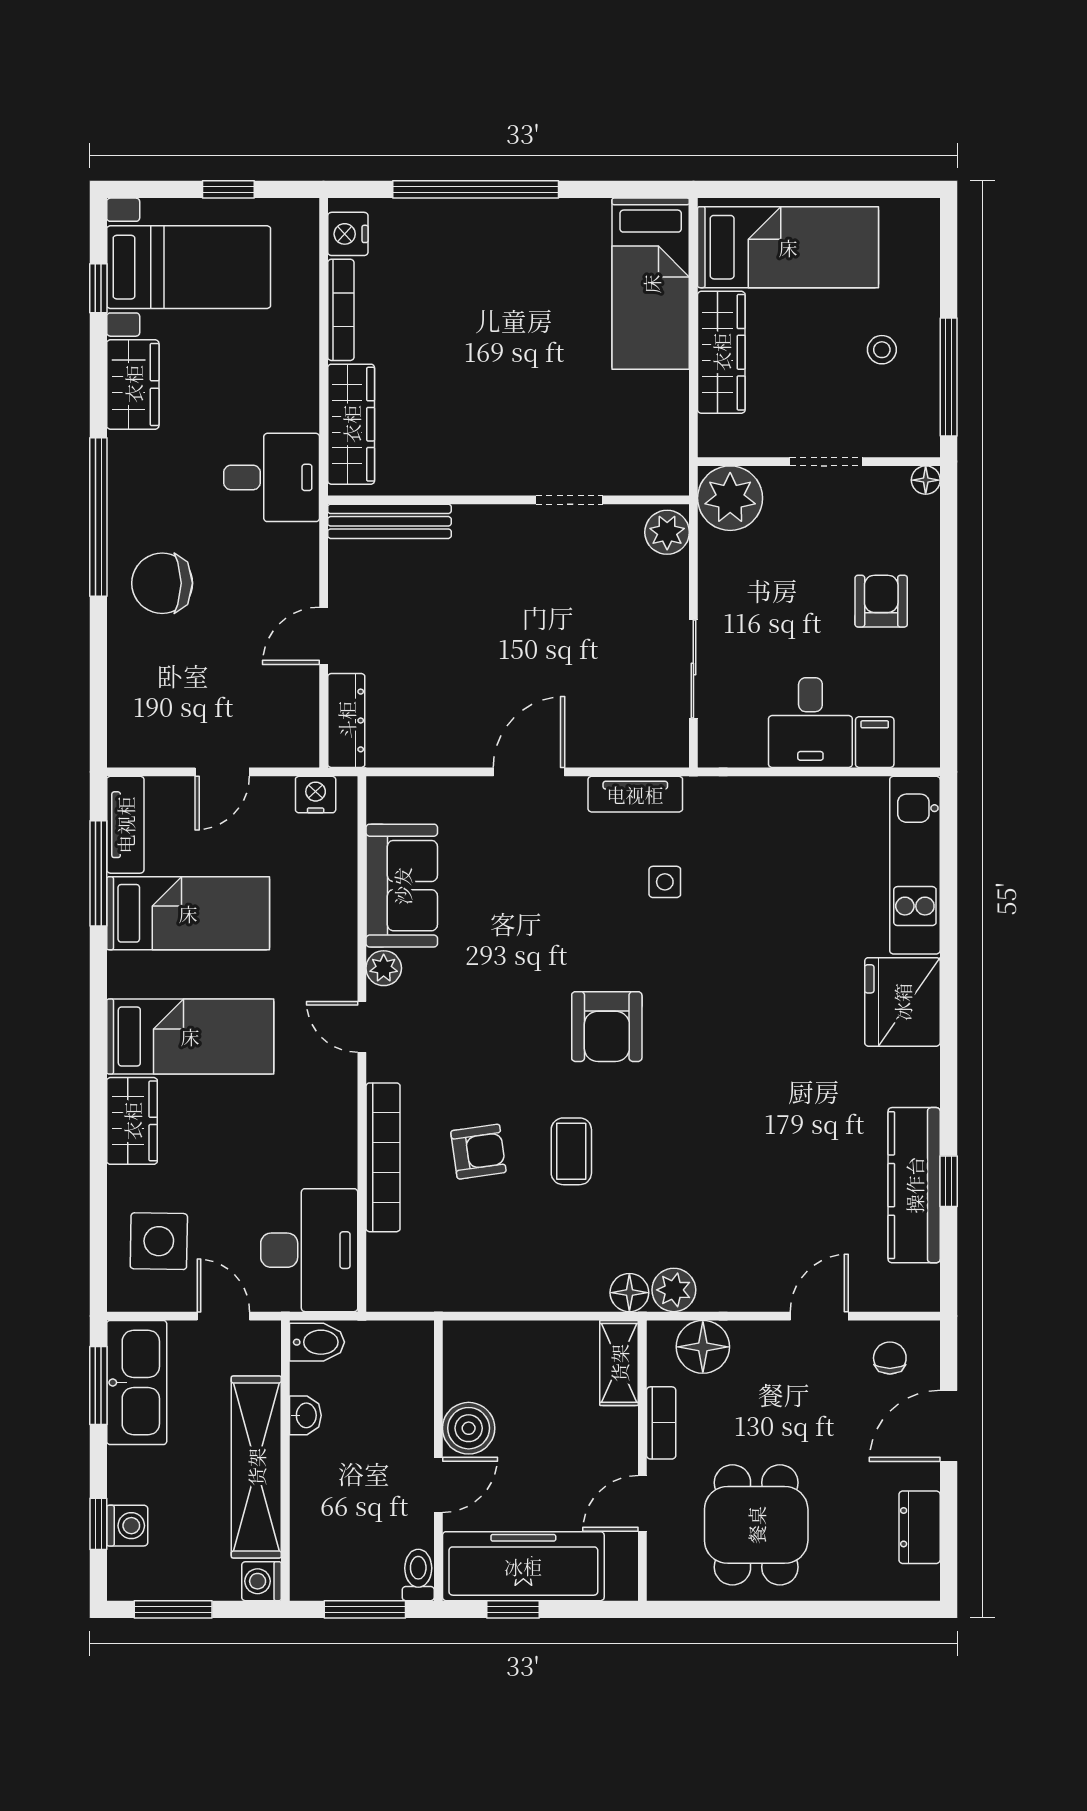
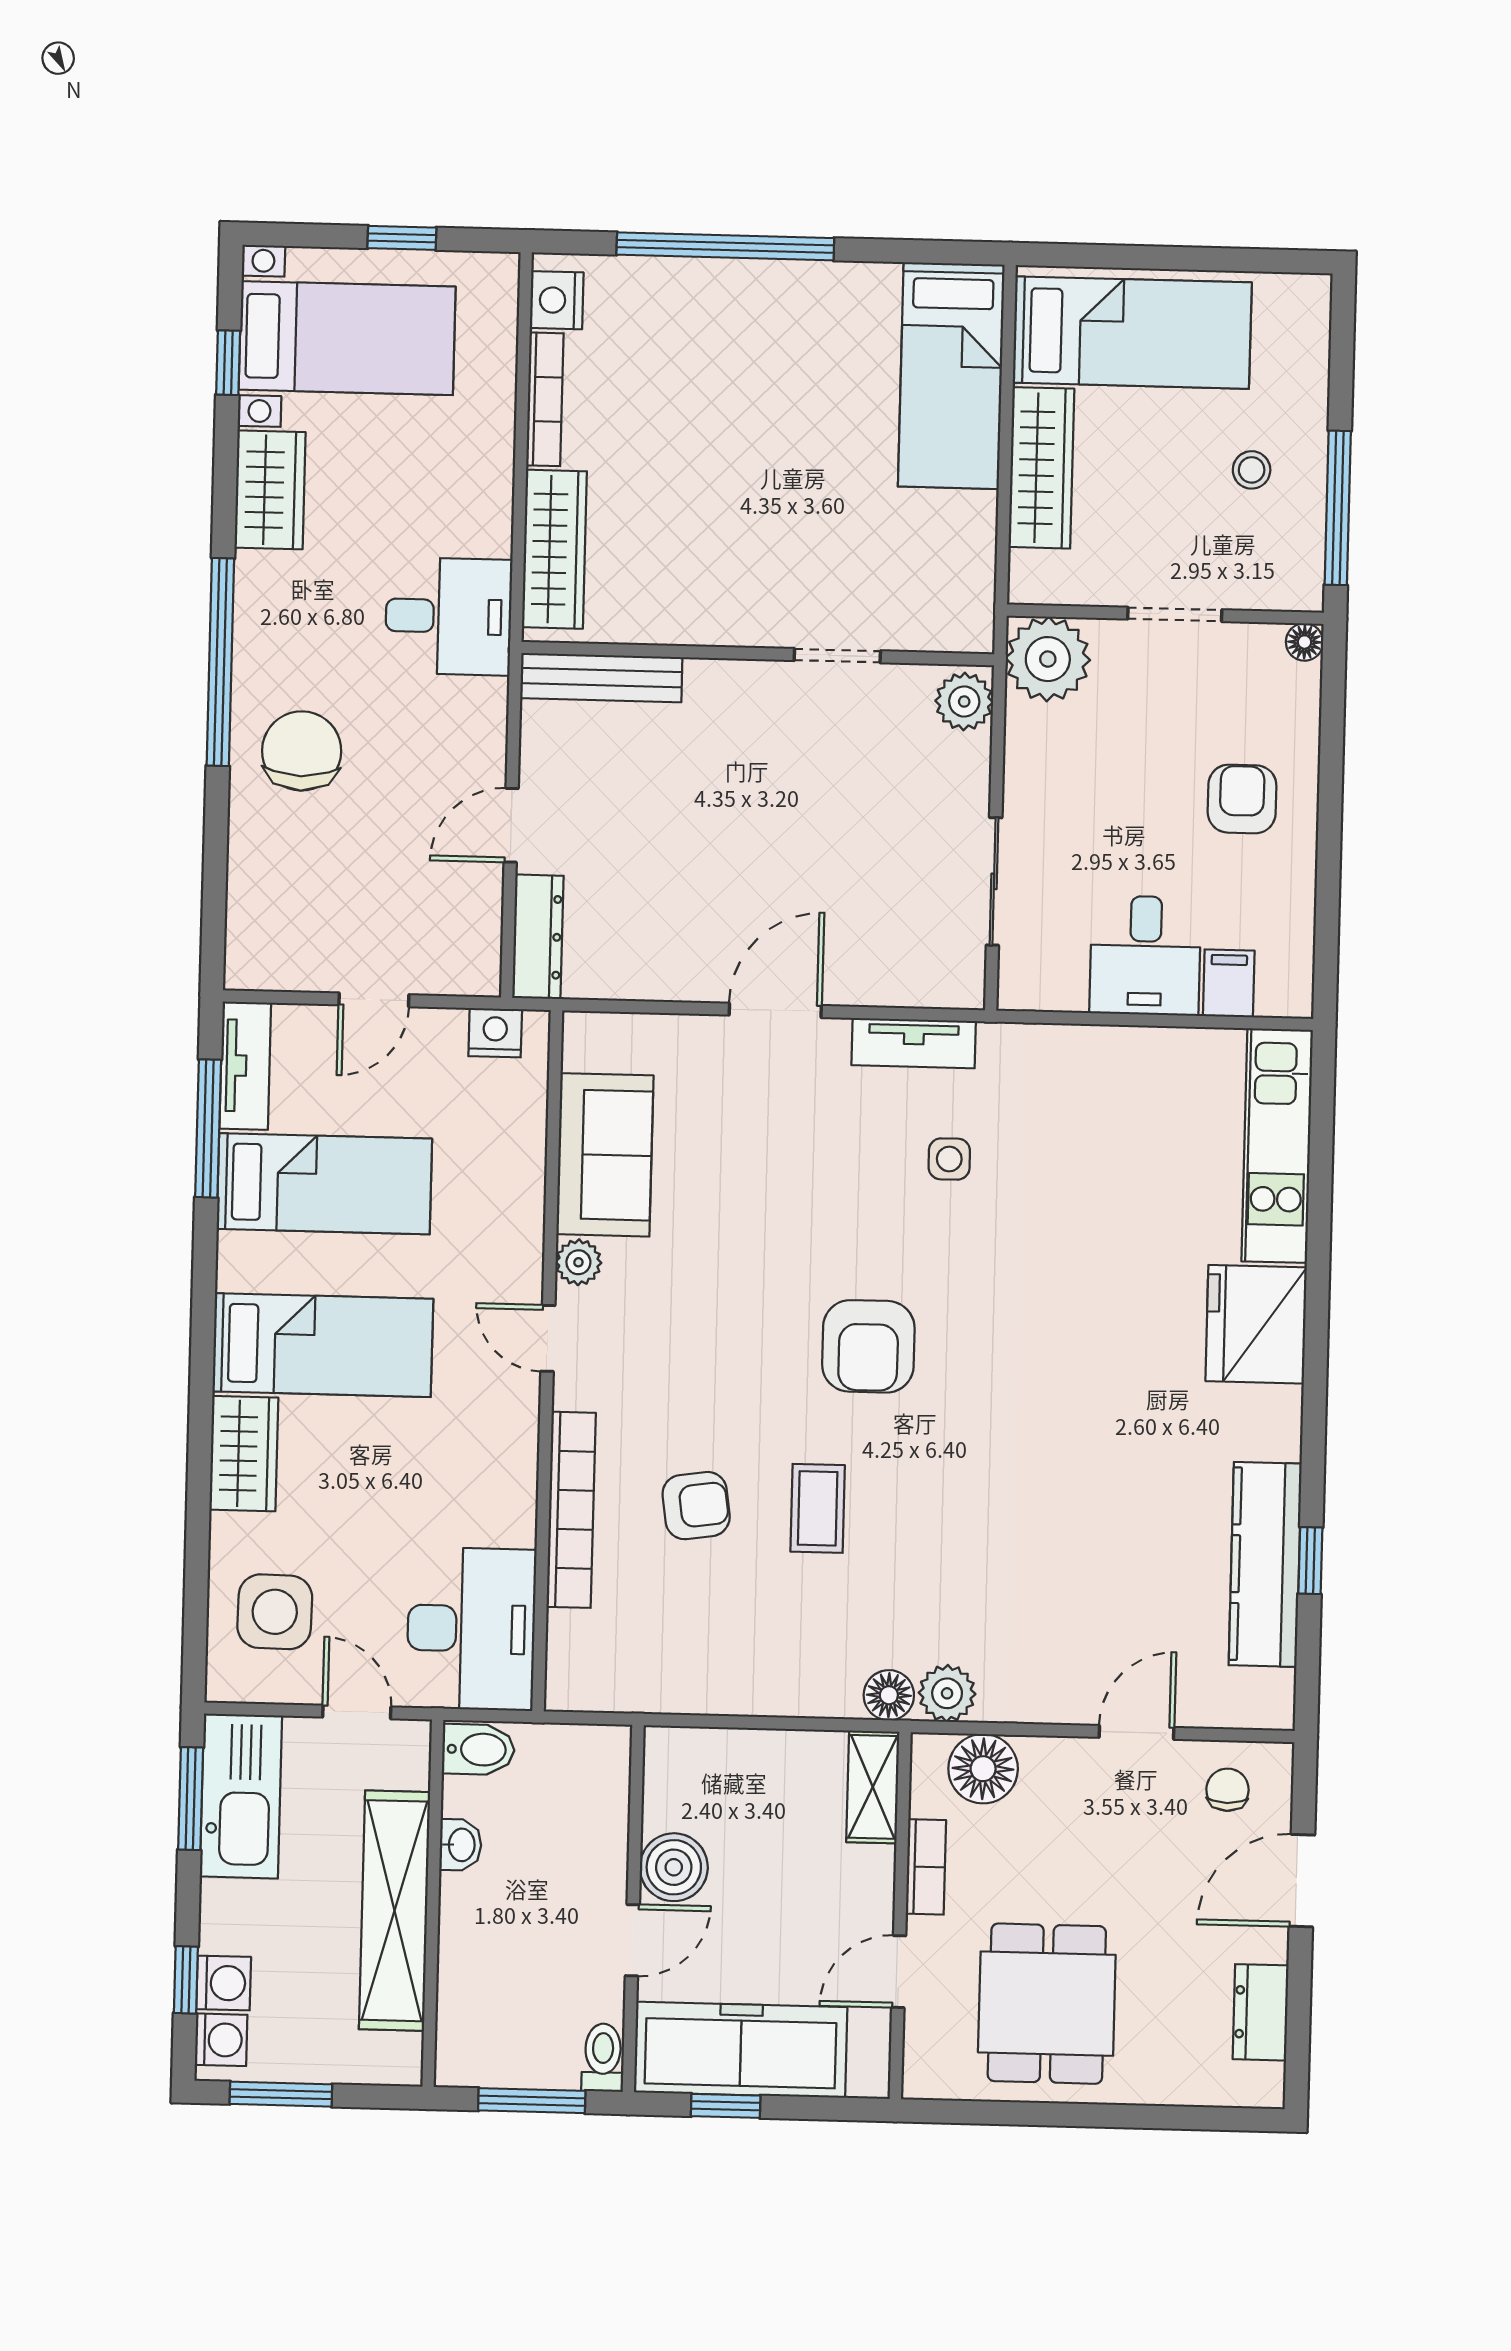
chair: (162, 583) -> (302, 751), turned 90
washing machine: (261, 1581) -> (221, 2040), moved, turned 180

